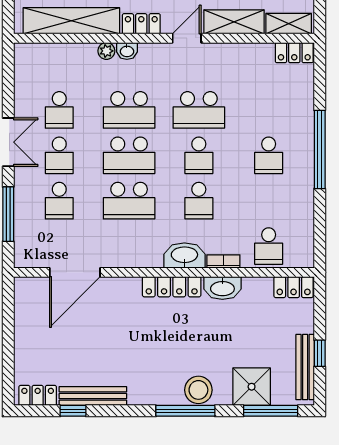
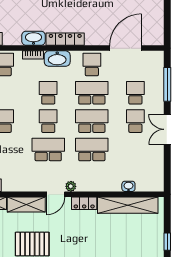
plant: (106, 51) -> (71, 186), moved
washbasin: (127, 51) -> (128, 186), moved
school desk: (59, 110) -> (92, 64), moved

